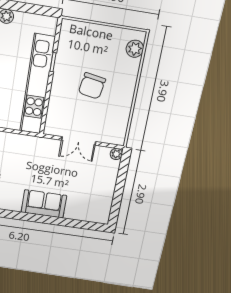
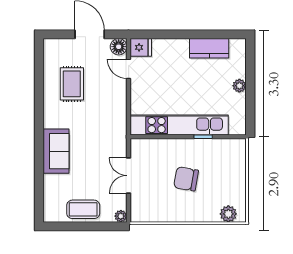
coffee table: (103, 187) -> (83, 209), added

